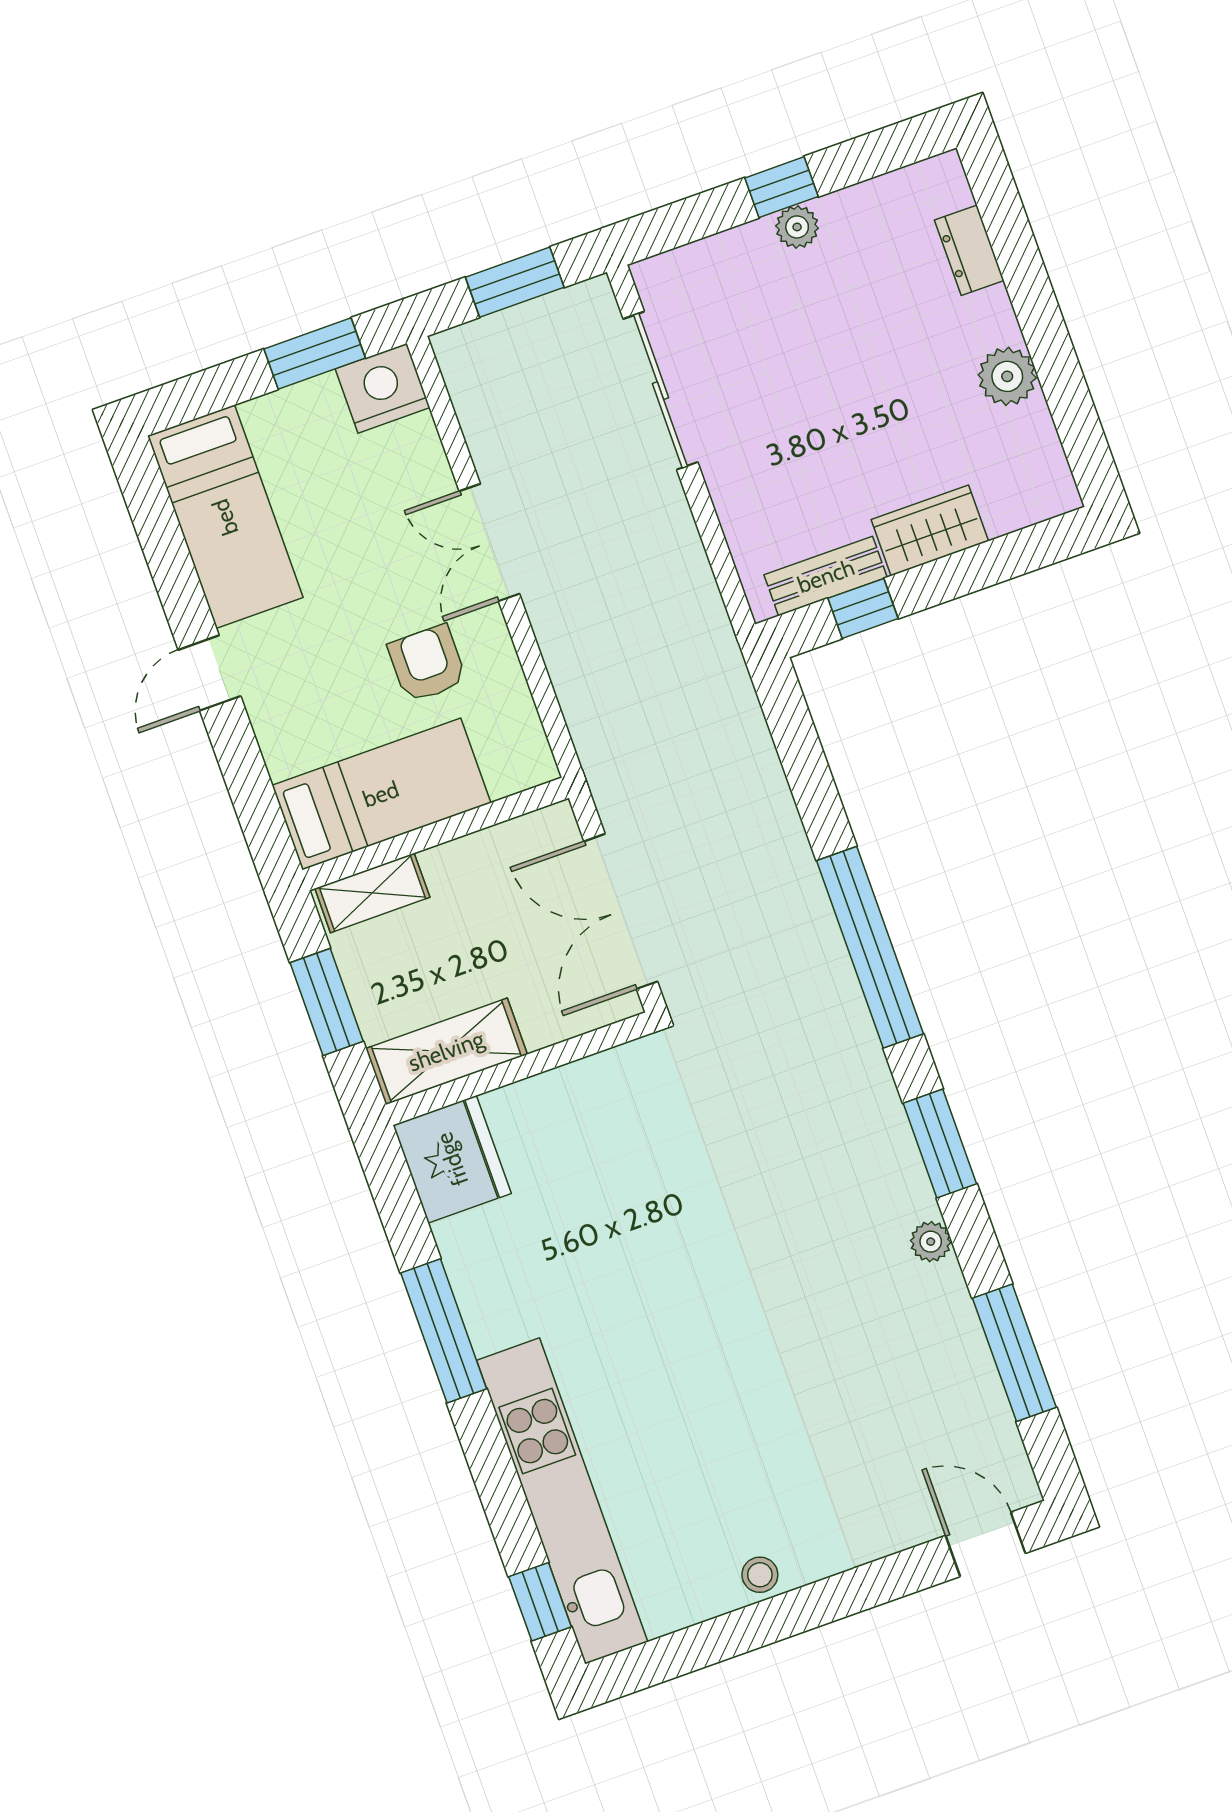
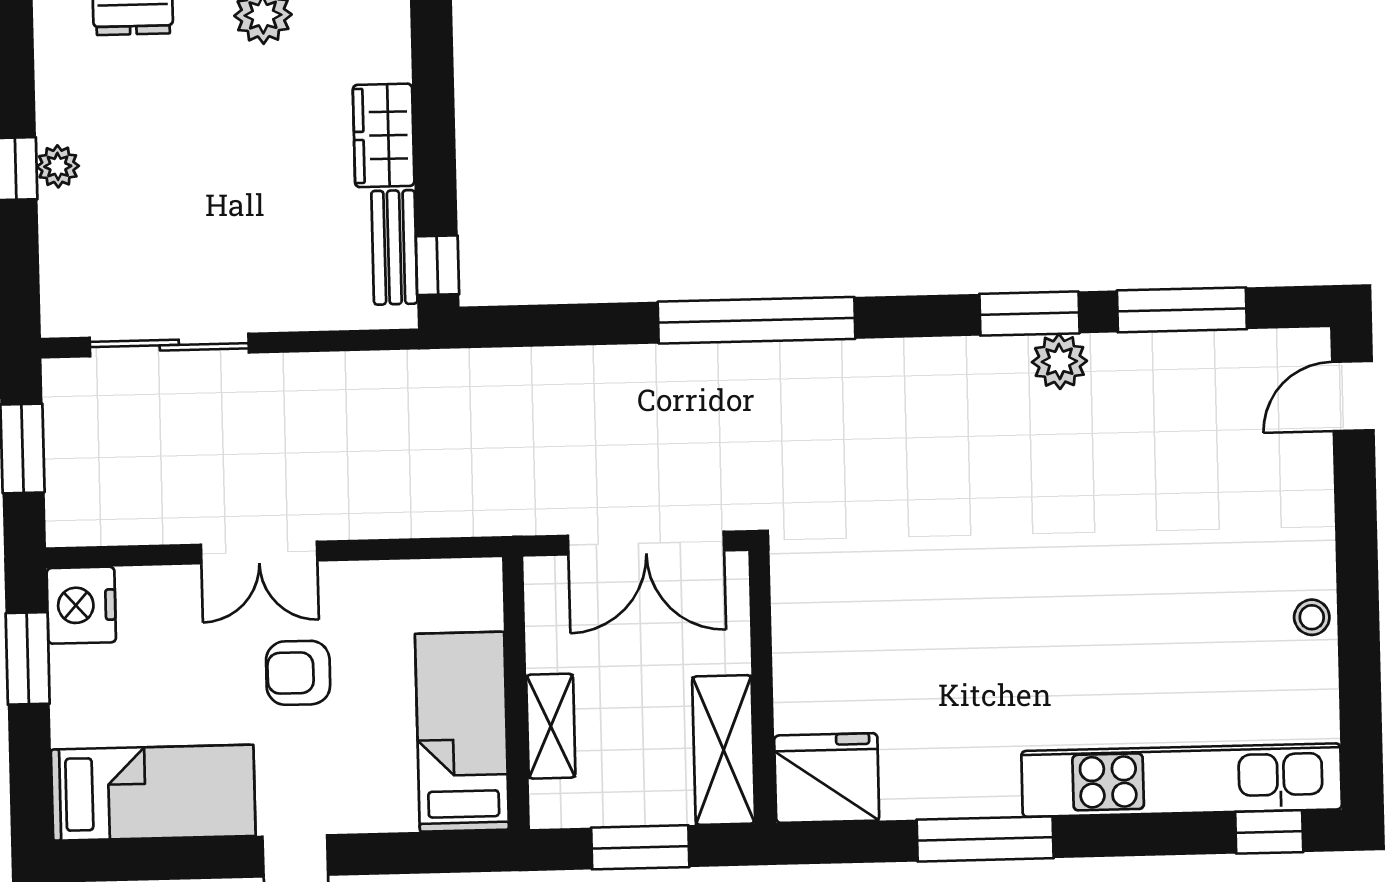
window: (863, 608) -> (437, 265), moved
armchair: (427, 663) -> (298, 673), moved
shelving: (372, 893) -> (551, 726), moved
window: (940, 1144) -> (1029, 314), moved
plant: (931, 1242) -> (1059, 361), width x1.38, depth x1.38

